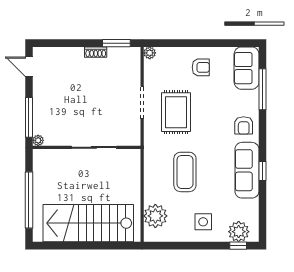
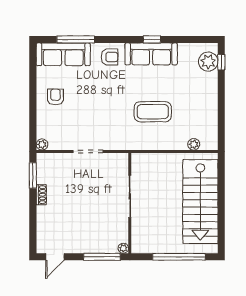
sofa: (247, 68) -> (63, 54), width x1.36
rug: (176, 112) -> (97, 120), removed
plant: (155, 216) -> (194, 144), width x0.53, depth x0.53
side table: (203, 222) -> (199, 95), removed

